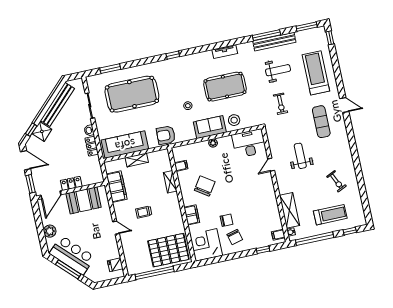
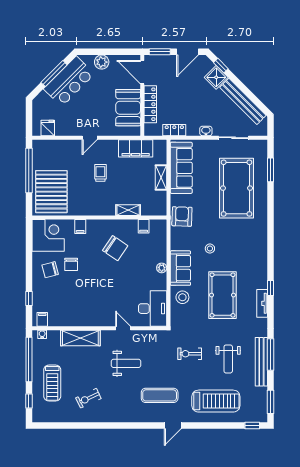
window: (173, 55) -> (271, 288), moved
locker: (92, 146) -> (174, 130), moved
locker: (71, 183) -> (150, 104), width x1.53
shelving: (289, 210) -> (80, 338), moved
filing cabinet: (192, 215) -> (80, 226), width x0.50

